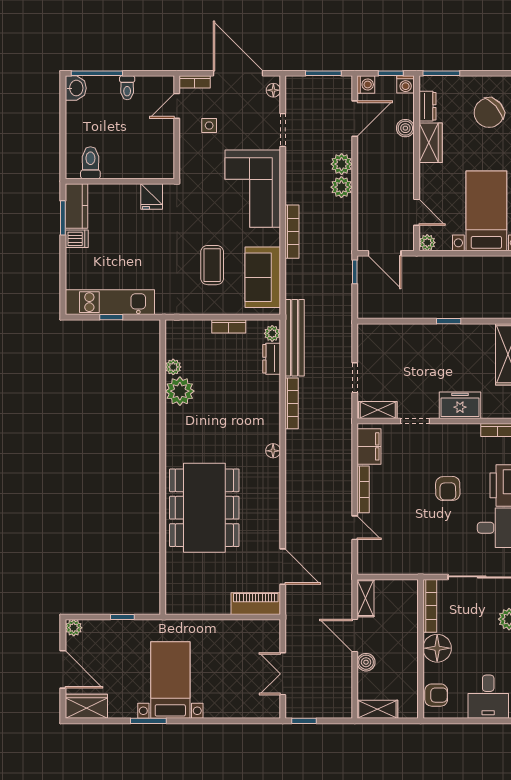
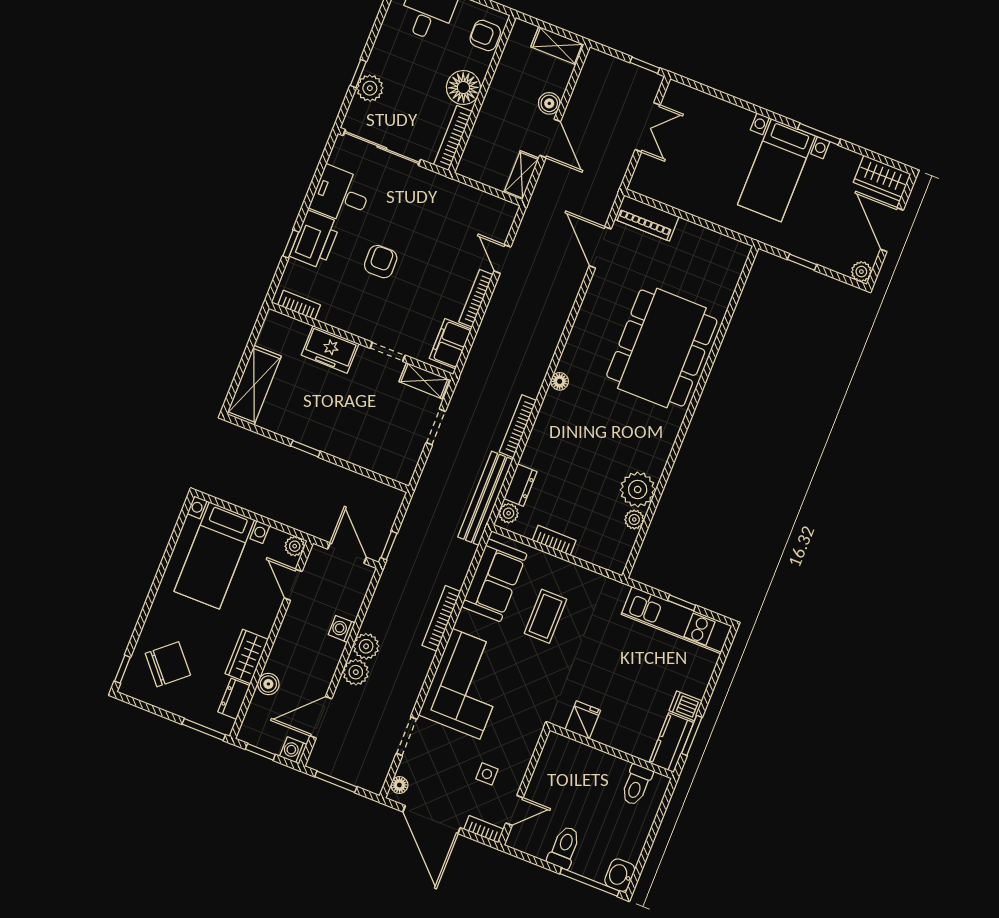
washing machine: (406, 84) -> (342, 629), moved, turned -90
toilet: (127, 88) -> (564, 847), width x1.37, depth x1.39

